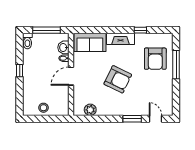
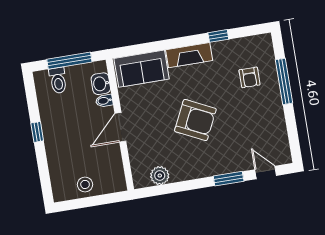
toilet: (27, 41) -> (58, 80), moved
armchair: (155, 59) -> (250, 77), width x0.53, depth x0.53

